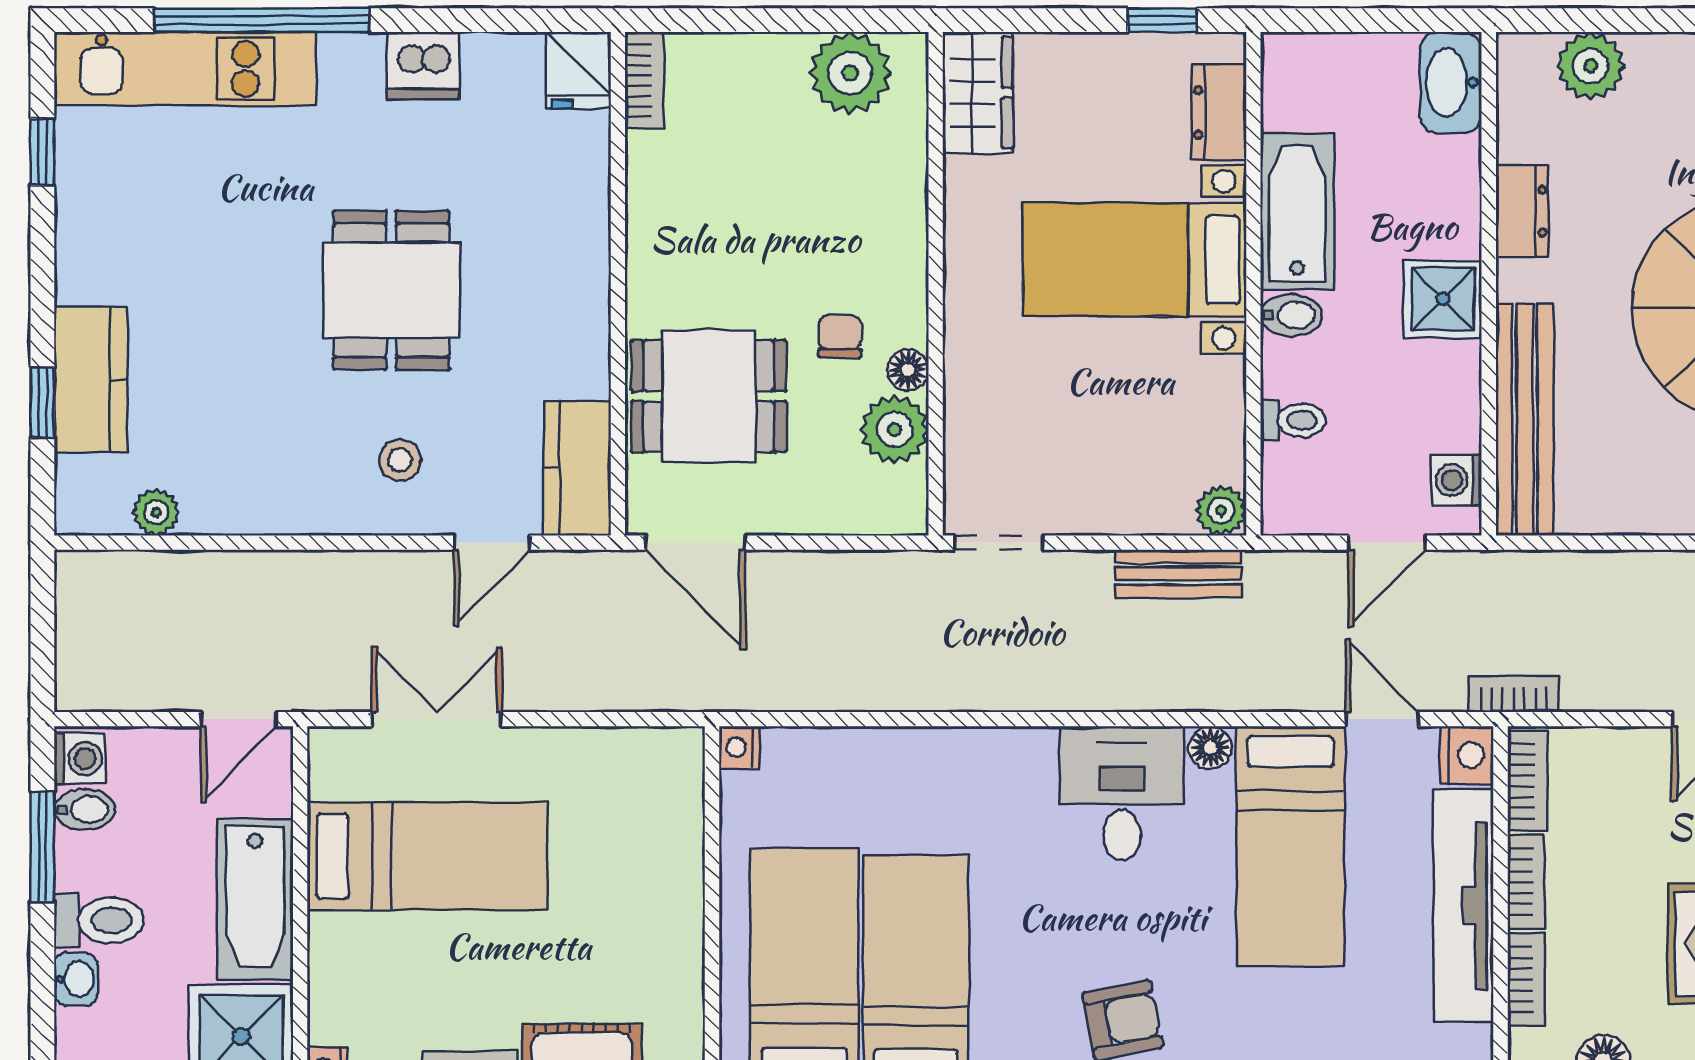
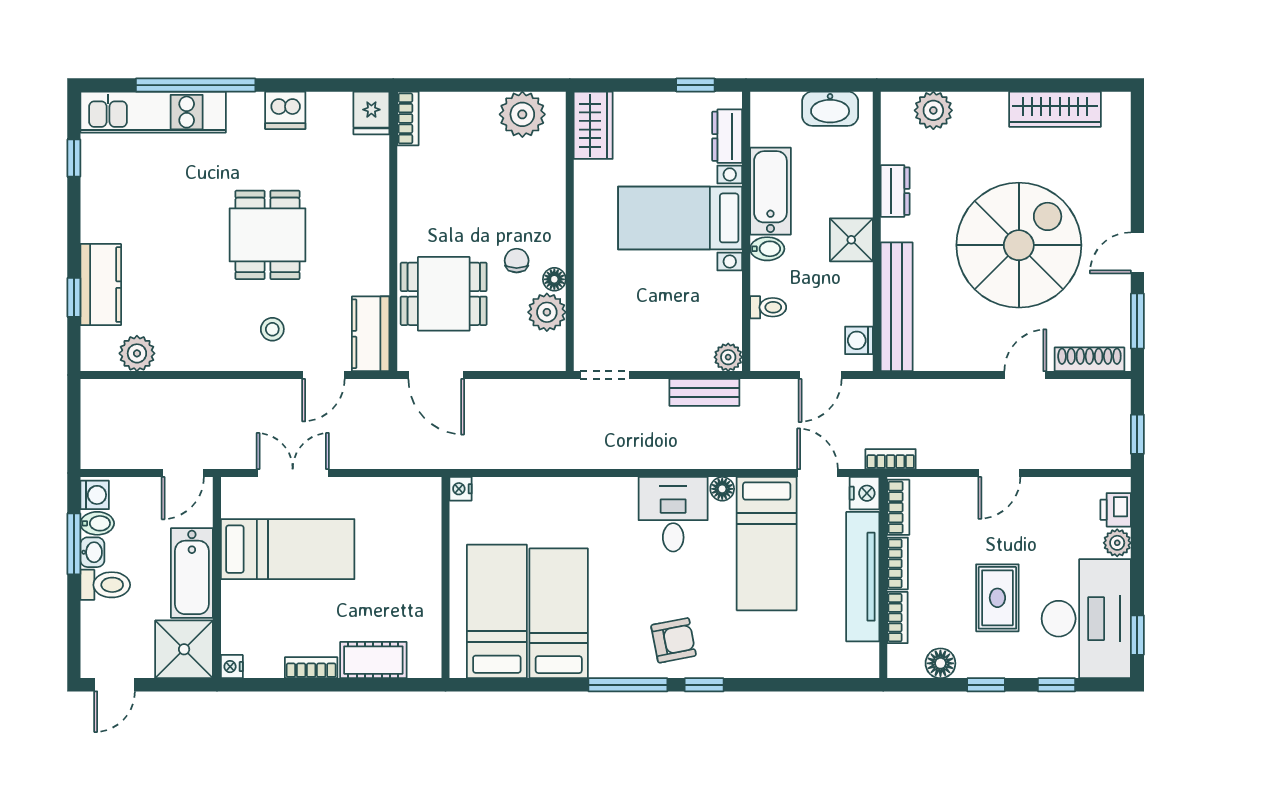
washbasin: (1451, 82) -> (830, 109), moved, turned -90
plant: (156, 512) -> (137, 353), width x1.38, depth x1.38
washbasin: (76, 979) -> (92, 552), moved

